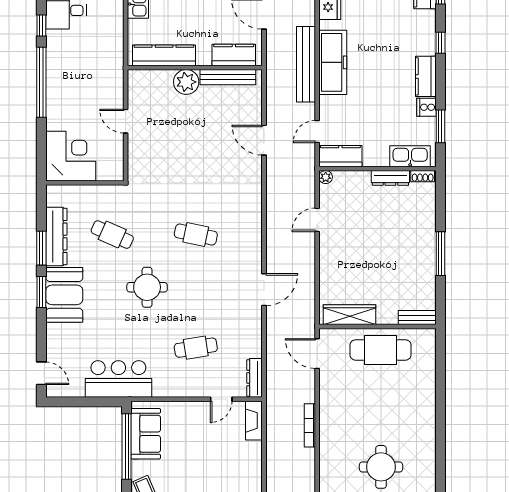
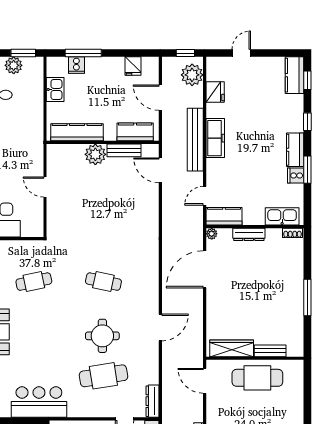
freezer: (333, 62) -> (215, 138), width x0.73, depth x0.79
bench: (228, 77) -> (124, 150), width x0.73
window: (440, 126) -> (307, 170), moved
door: (264, 140) -> (160, 170), moved
dresser: (390, 178) -> (249, 234), moved
door: (317, 220) -> (205, 269), width x1.87
cafe table: (112, 235) -> (34, 282), turned -36
round table: (147, 287) -> (102, 336), moved
bench: (417, 318) -> (270, 351), moved
cafe table: (196, 348) -> (103, 376), width x1.37, depth x1.35

